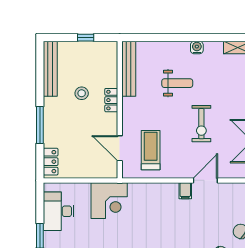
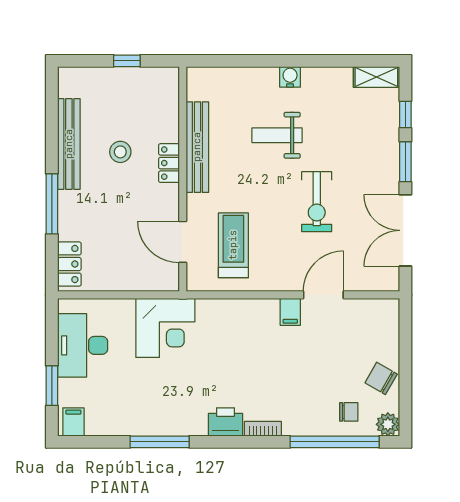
water cooler: (197, 48) -> (290, 77), moved
bench: (50, 69) -> (69, 144), moved
bench: (129, 69) -> (197, 147), moved
weight bench: (177, 83) -> (277, 135), turned 180

